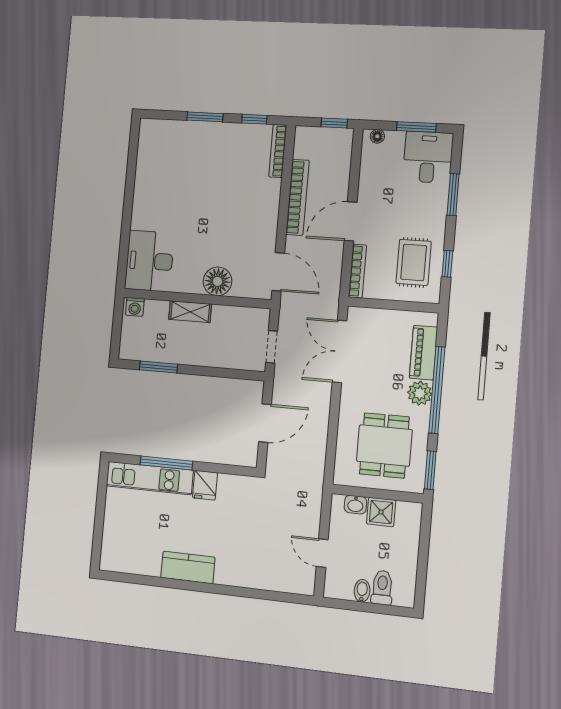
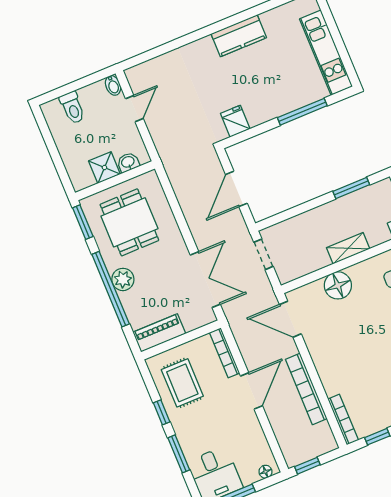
window: (447, 264) -> (162, 412), moved
piano: (423, 353) -> (159, 333), moved, turned -90
kitchen unit: (150, 478) -> (326, 53), moved, turned -90
fridge: (205, 485) -> (235, 121), moved
door: (322, 553) -> (134, 109), hinge flipped
bidet: (362, 591) -> (113, 85), moved

